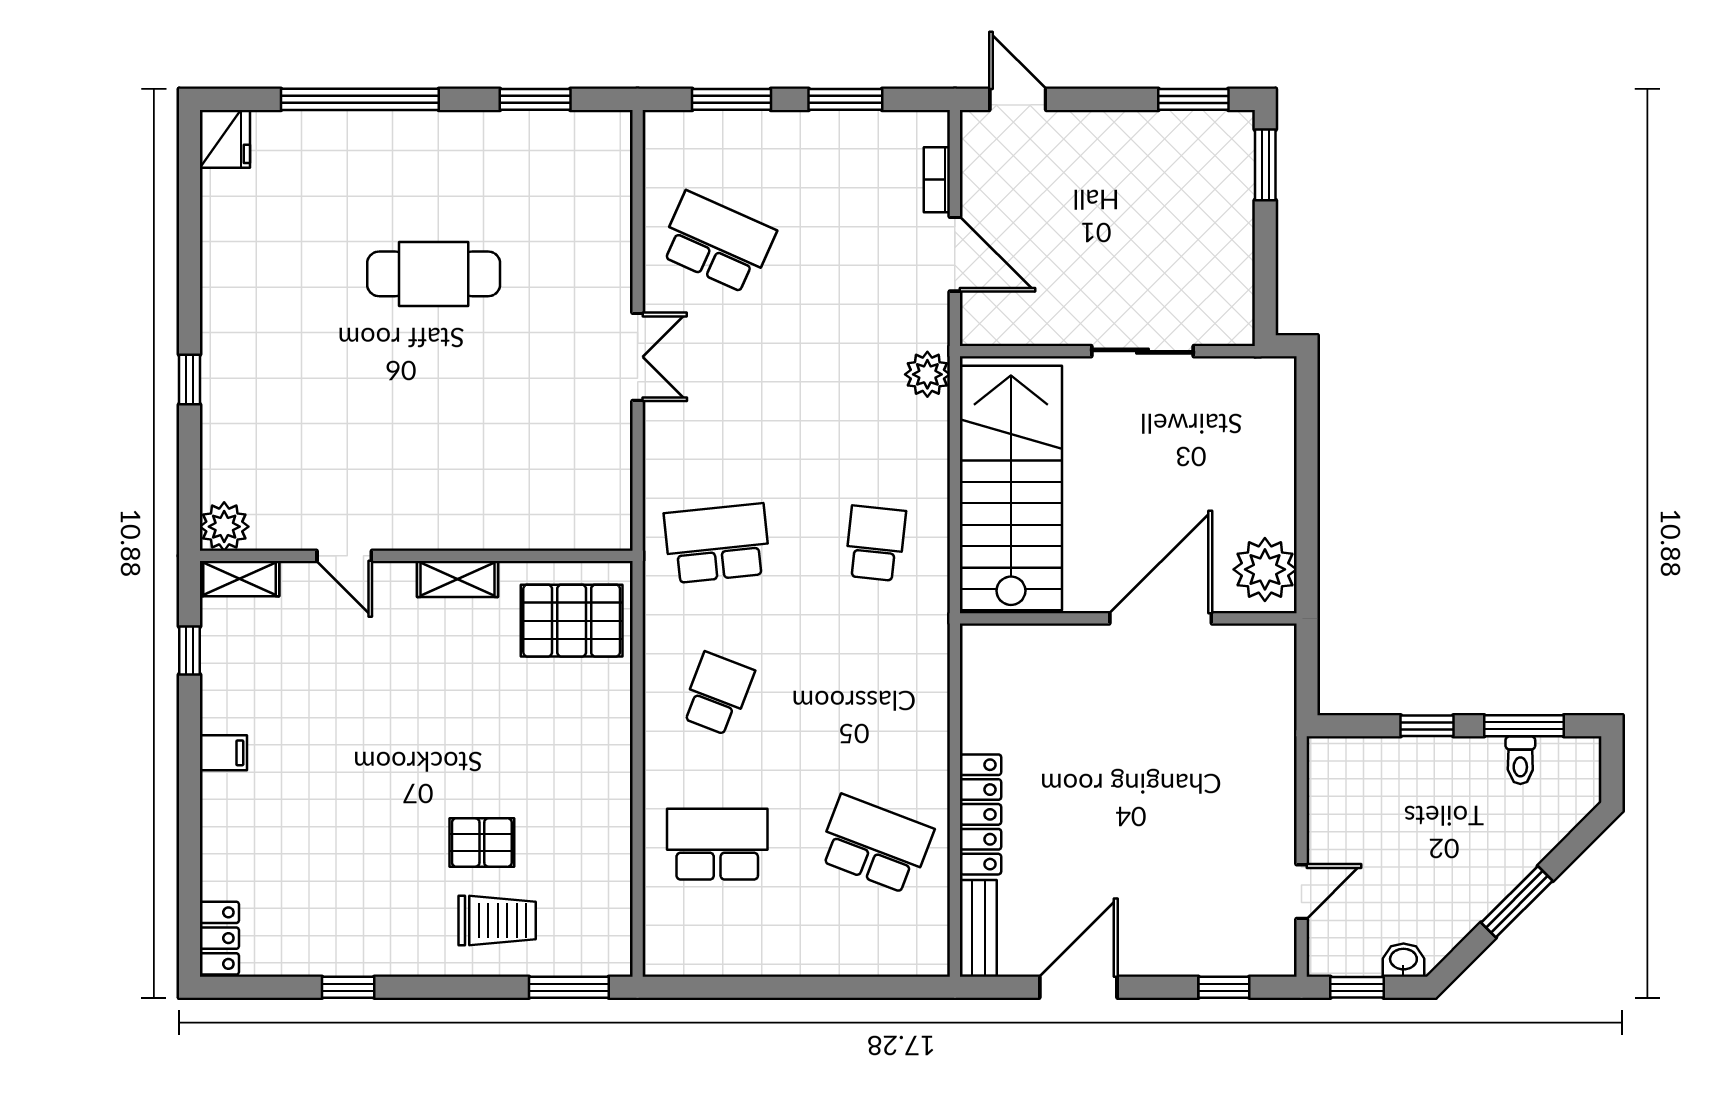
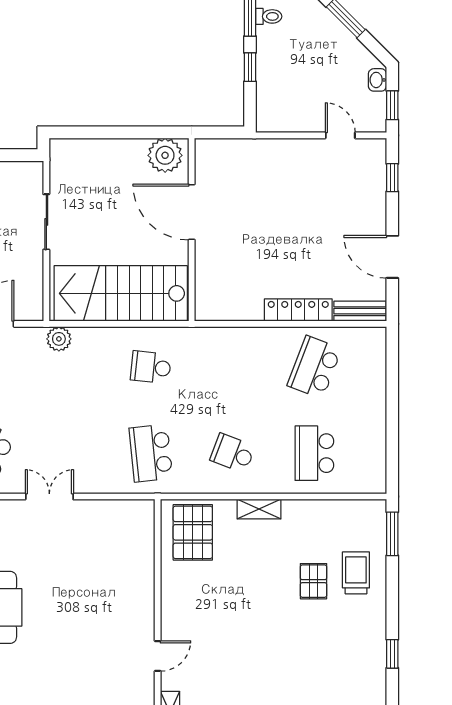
shelving: (458, 579) -> (259, 509), moved, turned 90

